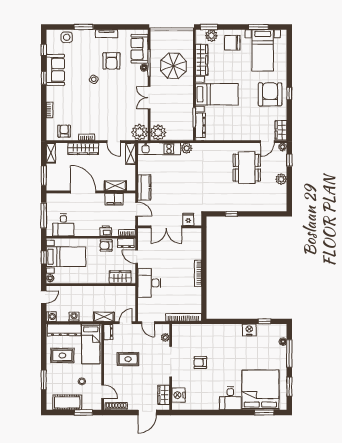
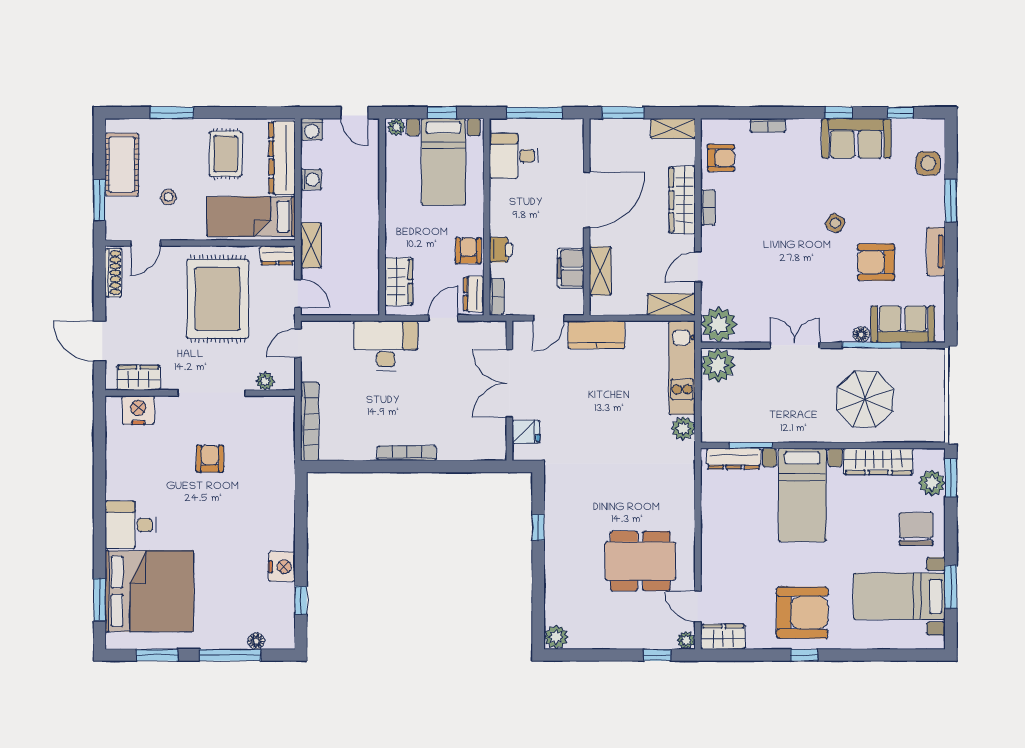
plant: (281, 179) -> (556, 637), moved
rug: (128, 359) -> (218, 299), width x1.86, depth x2.06

